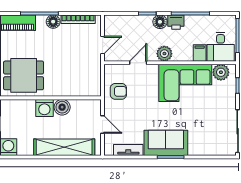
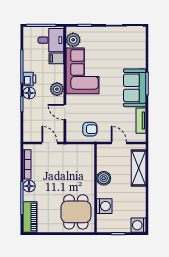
armchair: (118, 91) -> (90, 129), turned 90
washing machine: (44, 108) -> (104, 206), moved
door: (103, 125) -> (119, 143), hinge flipped
shelving: (64, 147) -> (139, 168), width x0.68

